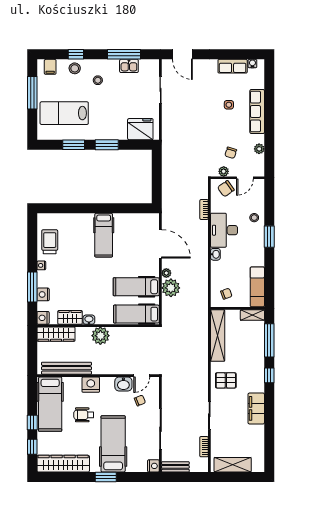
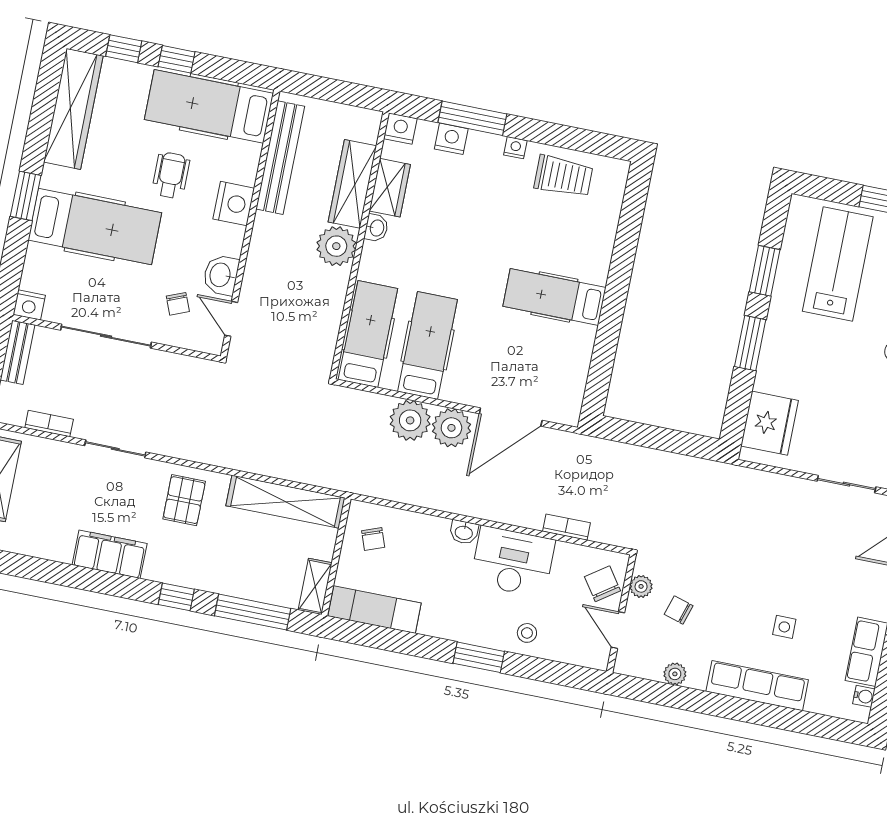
plant: (166, 273) -> (451, 428), width x1.88, depth x1.88
wardrobe: (56, 334) -> (352, 184), moved

